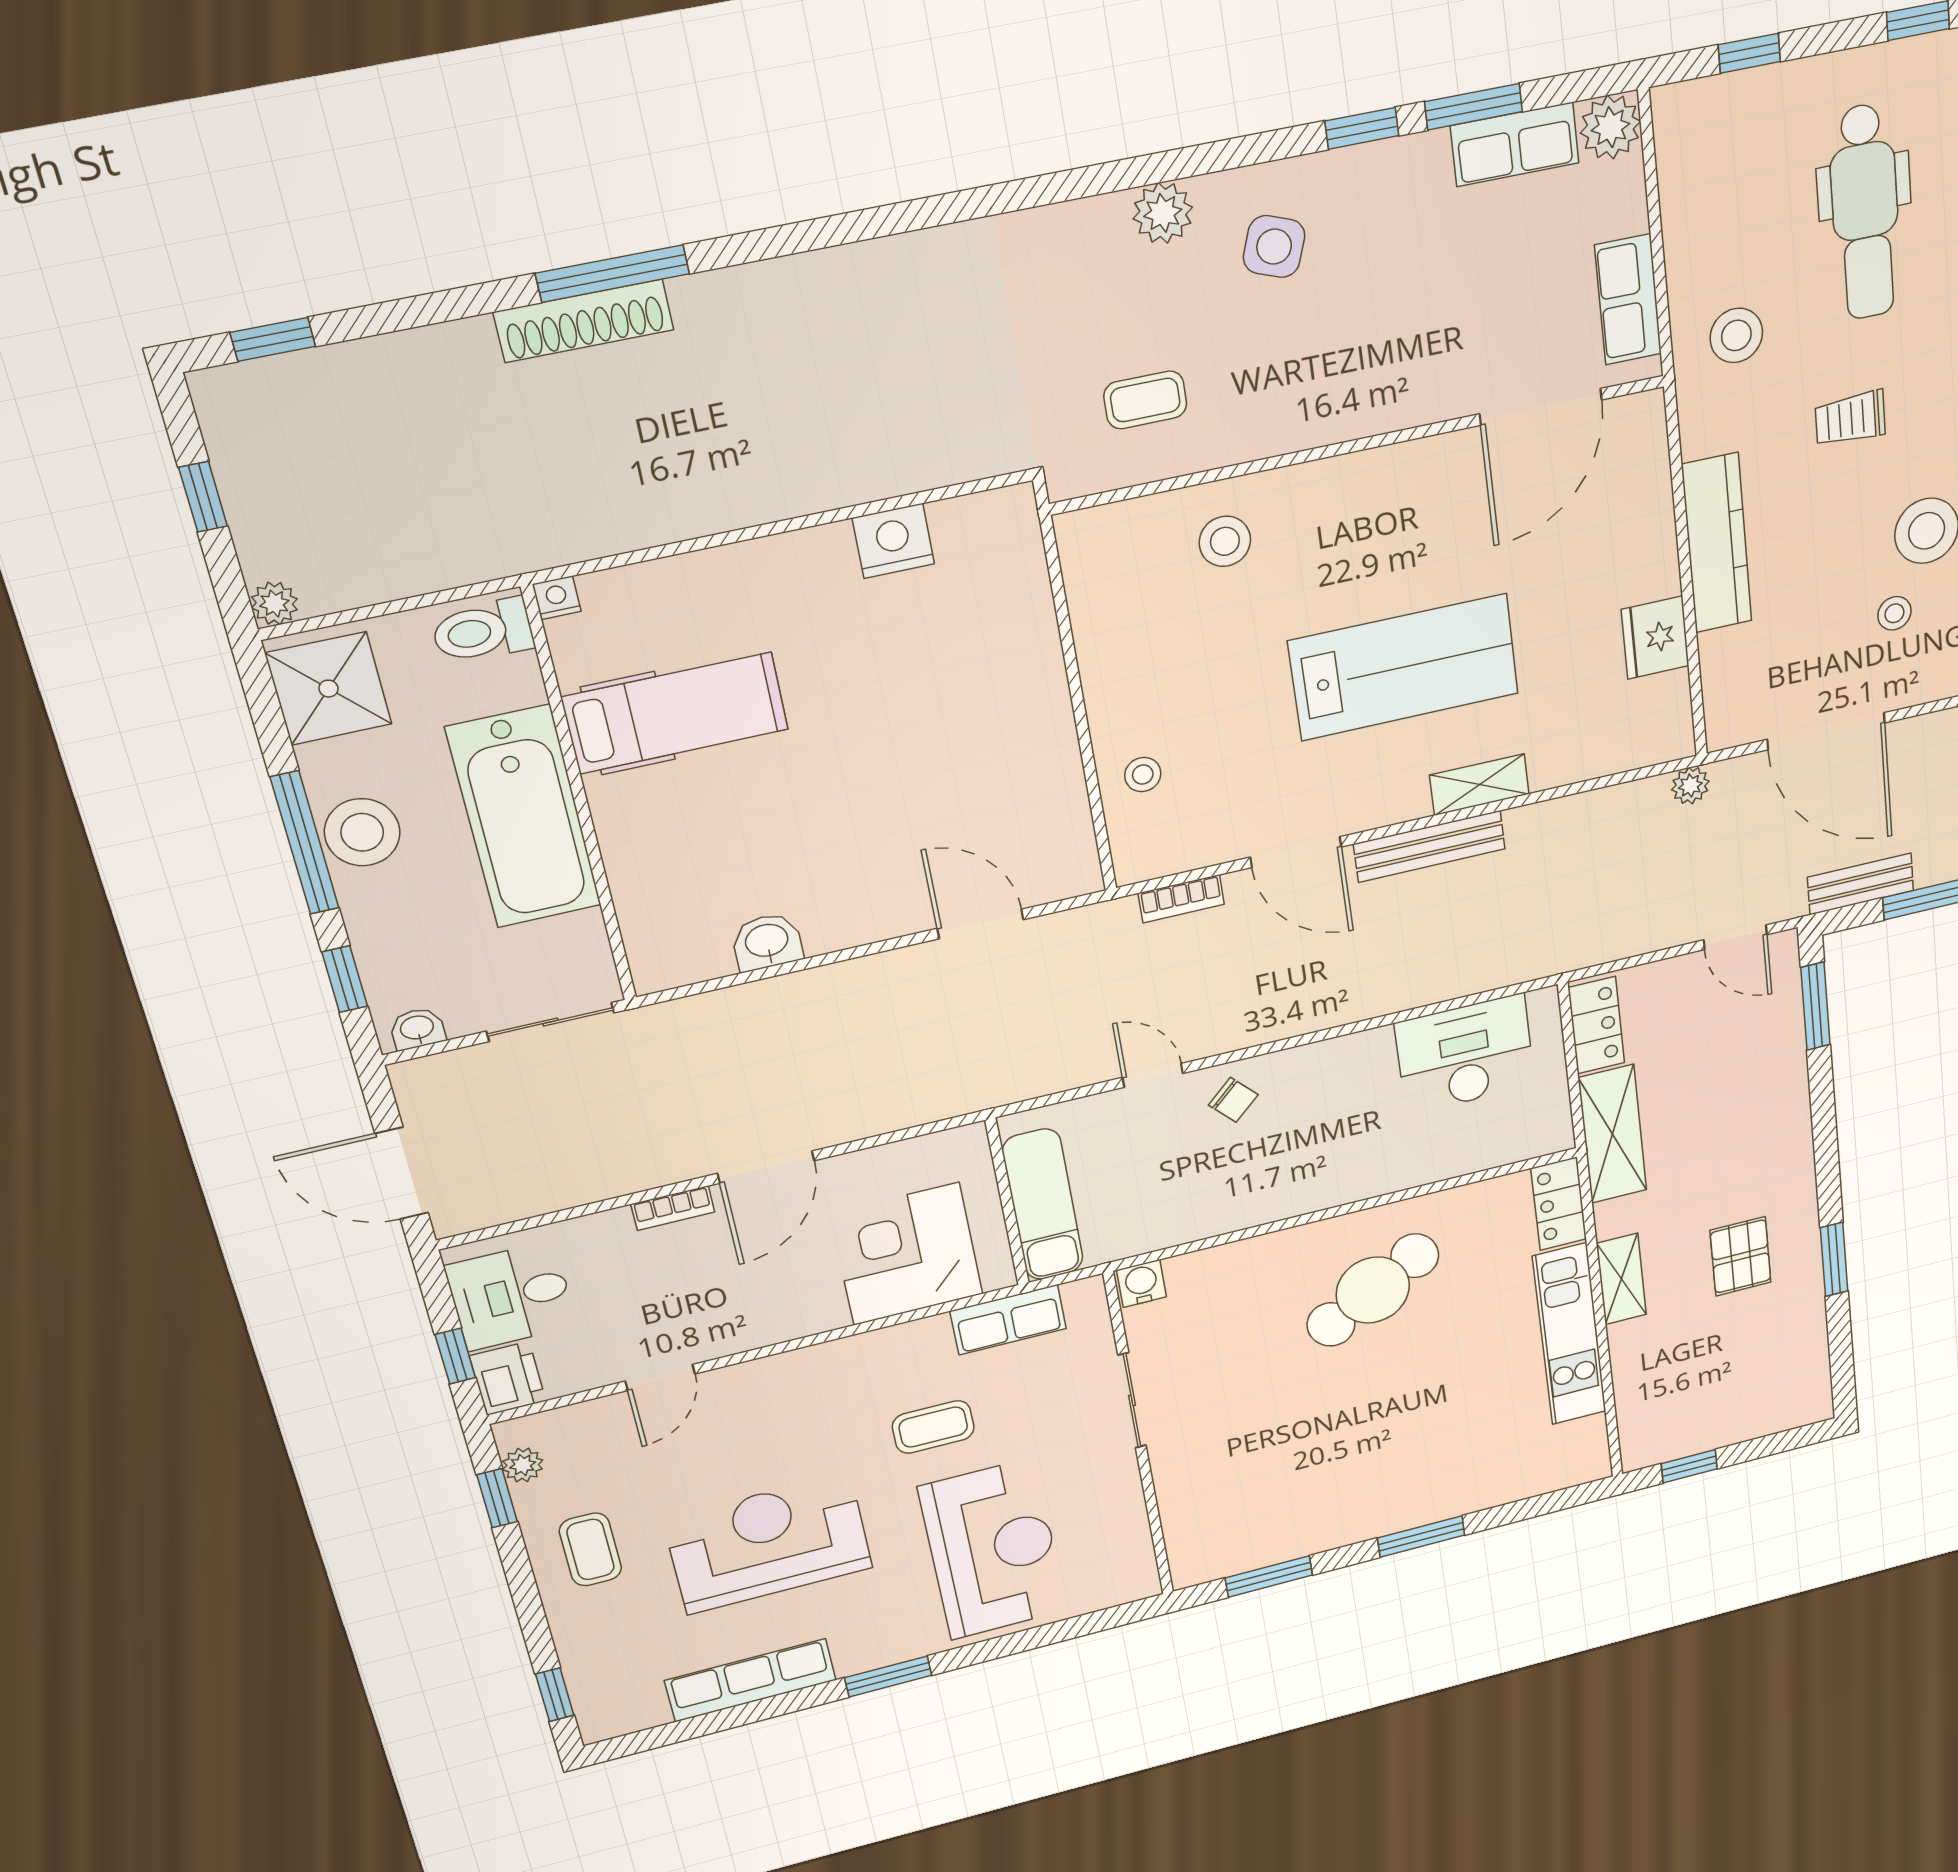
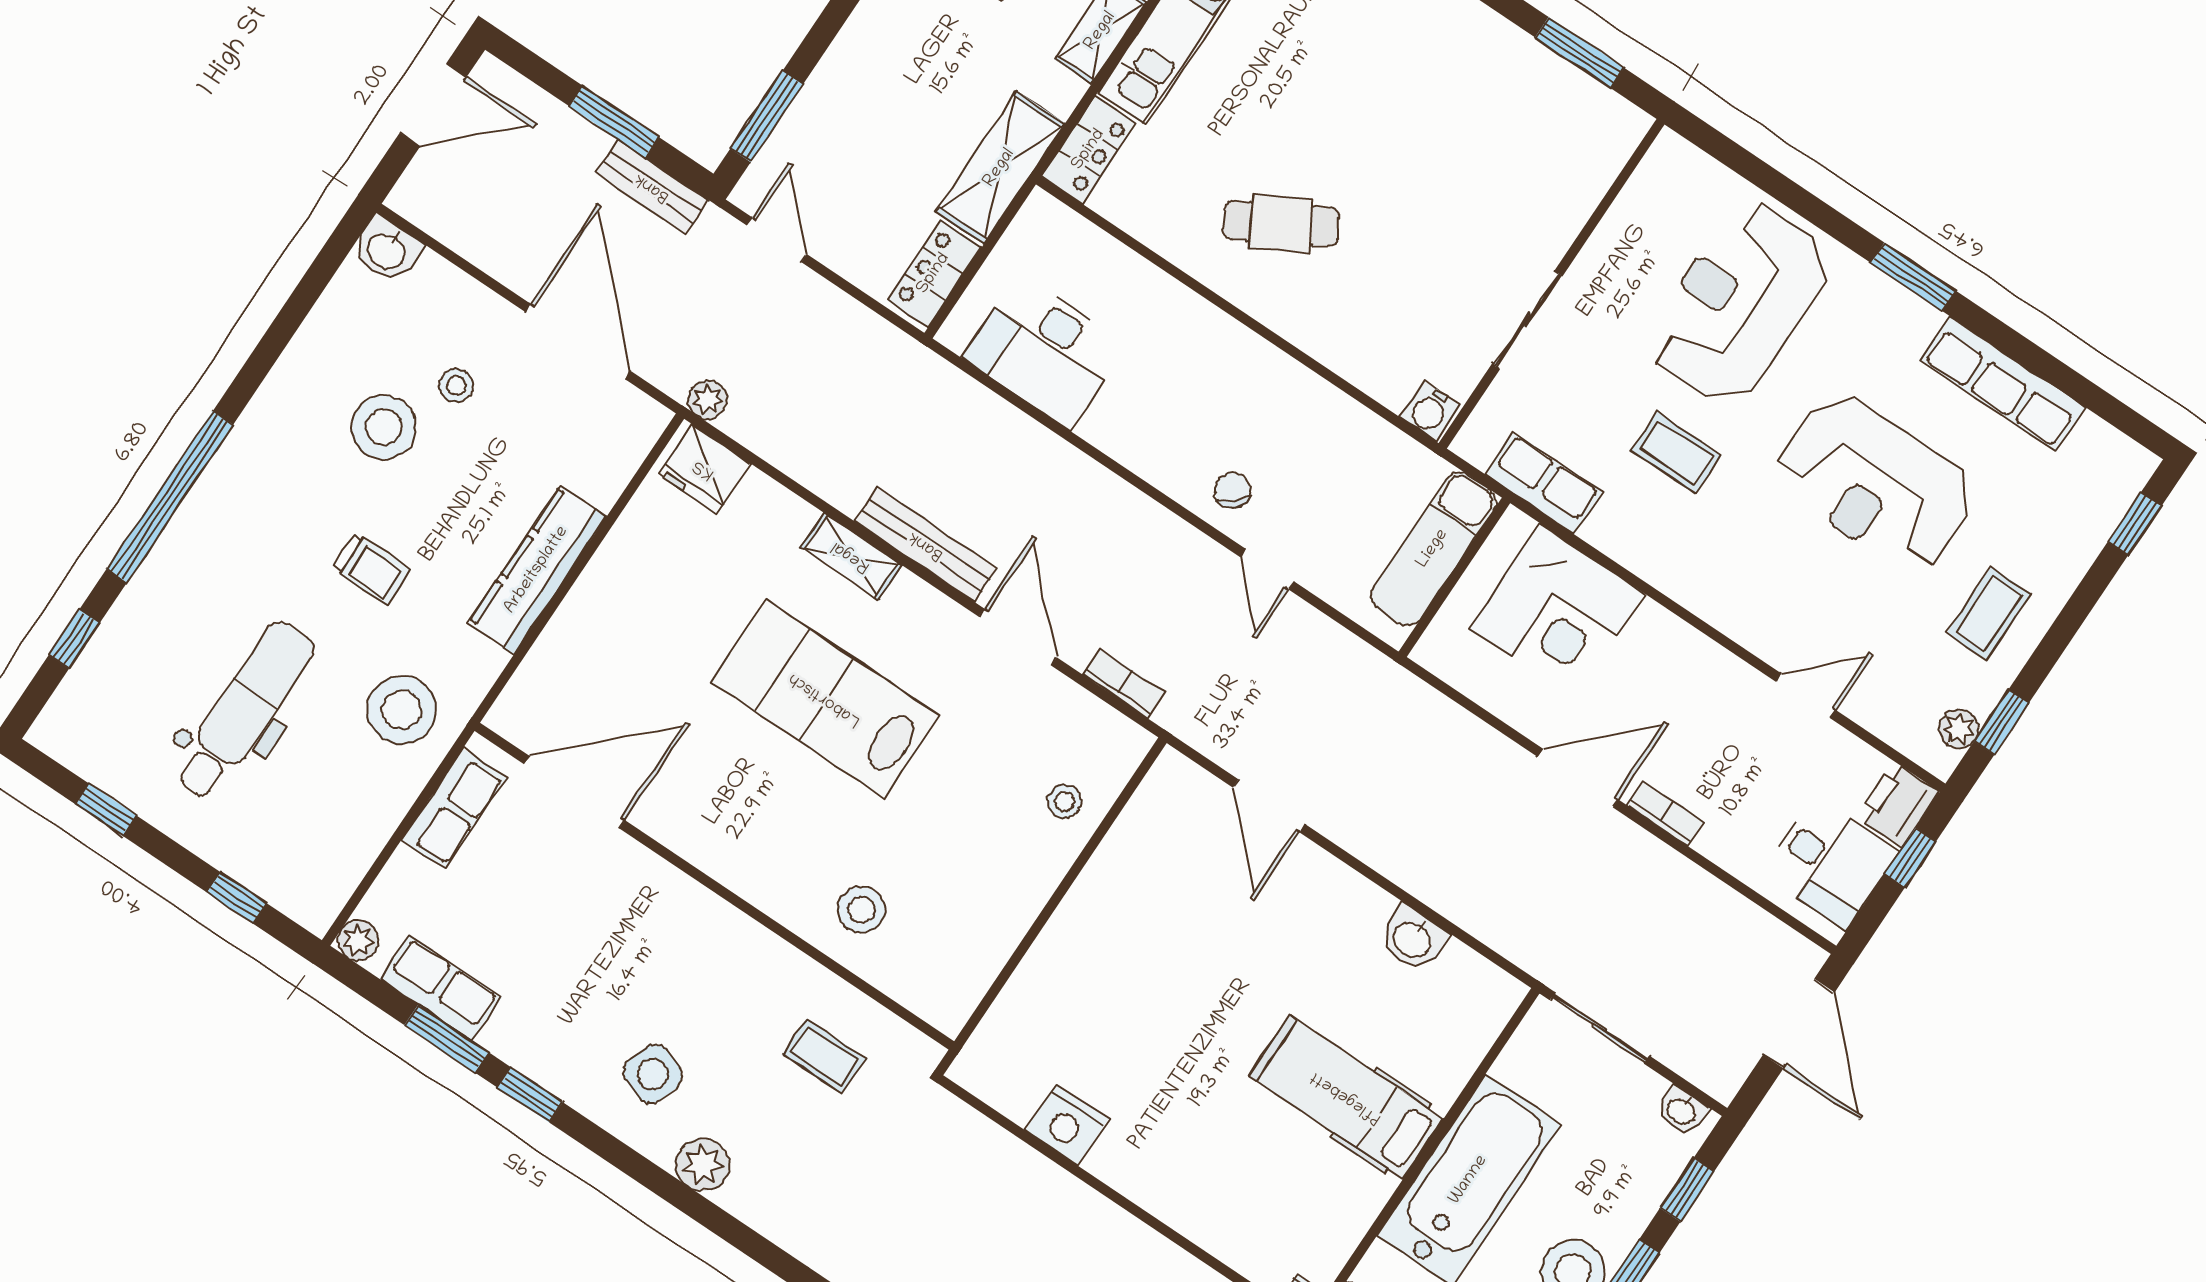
plant: (1610, 127) -> (358, 940), width x0.73, depth x0.73
stool: (1736, 335) -> (402, 710), width x1.38, depth x1.38
fridge: (1655, 638) -> (704, 469), moved, turned 90
hospital bed: (675, 713) -> (1346, 1097), moved
cafe table: (1373, 1290) -> (1281, 224), width x0.73, depth x0.74

